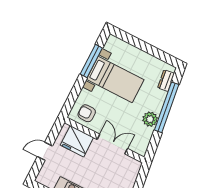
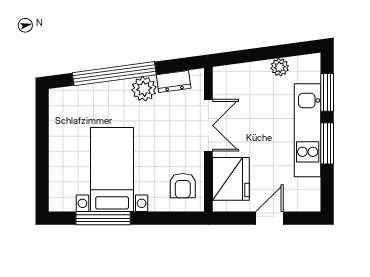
dresser: (166, 81) -> (174, 81), moved
double door: (112, 144) -> (208, 125), swing flipped
door: (45, 151) -> (270, 218), swing flipped

